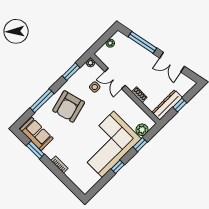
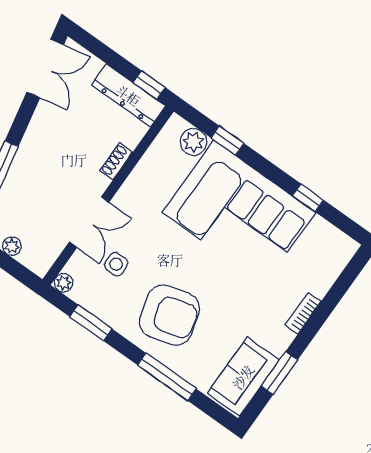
double door: (172, 62) -> (45, 68), moved
window: (180, 105) -> (149, 85), moved
window: (118, 167) -> (308, 198), moved

